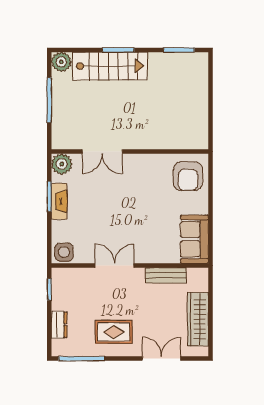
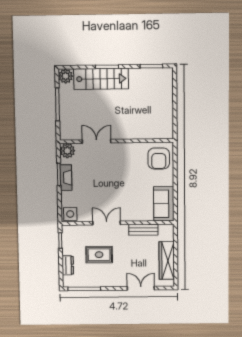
double door: (102, 152) -> (97, 141), swing flipped
rug: (114, 332) -> (99, 255), moved

